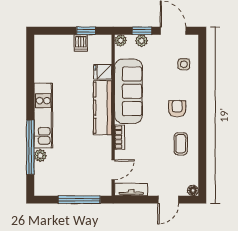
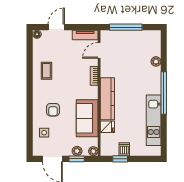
sofa: (128, 91) -> (87, 118), width x0.73
armchair: (177, 109) -> (53, 110), moved
kitchen unit: (43, 116) -> (154, 120), moved
window: (30, 147) -> (164, 93), moved

